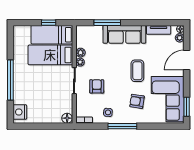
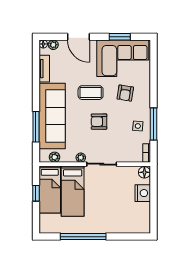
sofa: (124, 34) -> (52, 116), width x1.36, depth x1.27
plant: (81, 53) -> (55, 157), moved
window: (10, 80) -> (83, 237), moved
armchair: (97, 86) -> (99, 122), moved
window: (187, 107) -> (120, 37), moved
nightstand: (20, 112) -> (143, 193), moved, turned -90
window: (122, 126) -> (153, 124), moved

